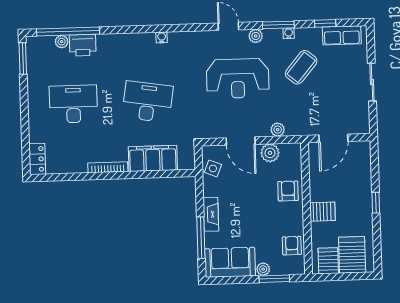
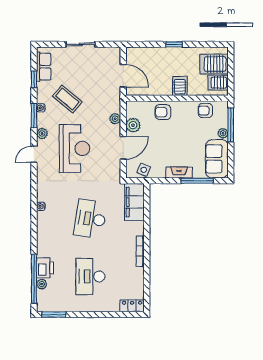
filing cabinet: (153, 158) -> (134, 202), moved
window: (274, 279) -> (231, 125), width x1.44

